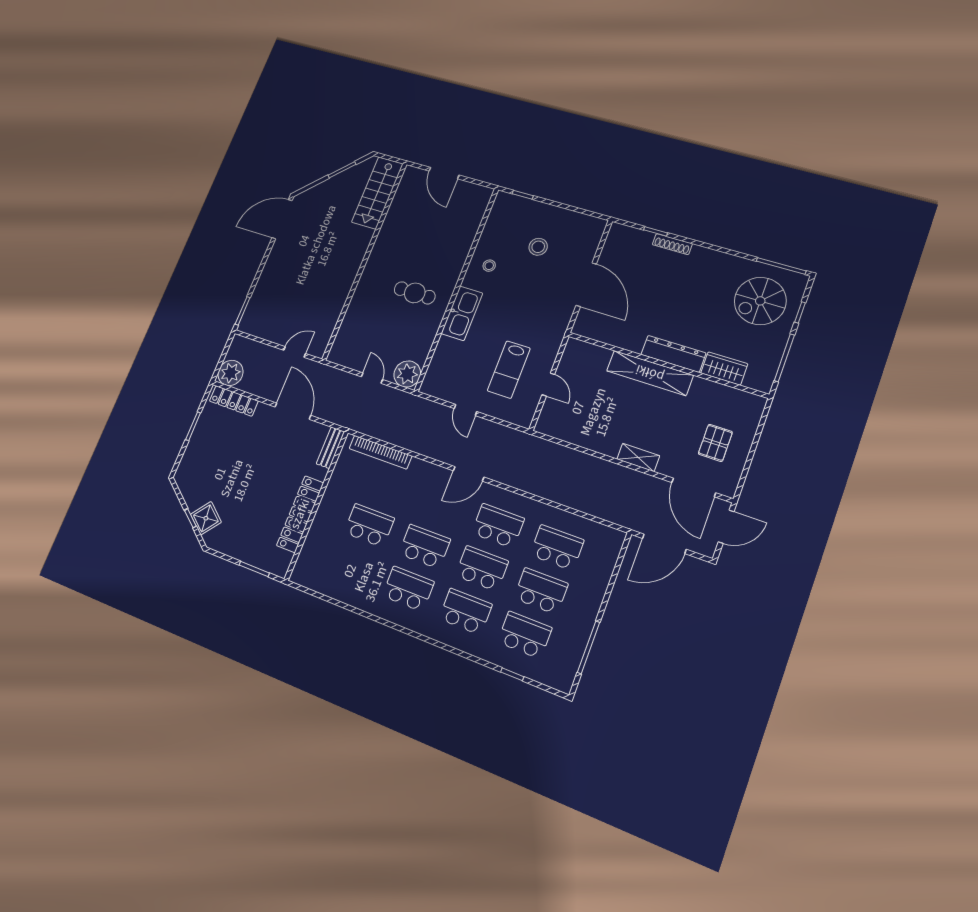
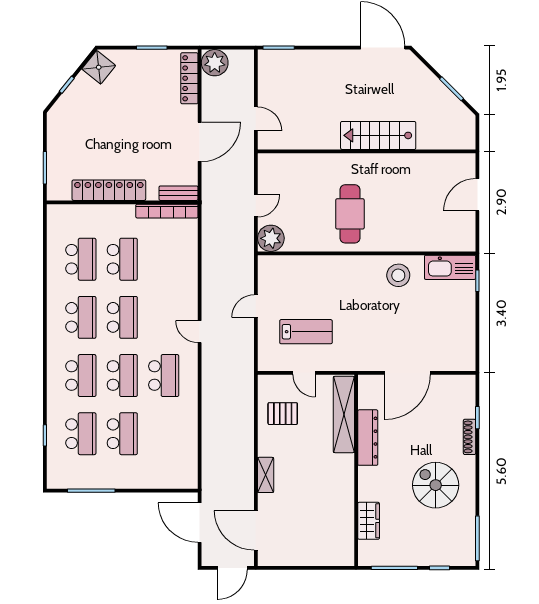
stairs: (377, 193) -> (378, 135), moved
stool: (538, 247) -> (430, 315), removed
stool: (489, 266) -> (398, 275), width x1.89, depth x1.89
cafe table: (415, 293) -> (350, 214), width x1.37, depth x1.35
spiral stairs: (760, 301) -> (436, 485), moved
kitchen sink: (462, 313) -> (450, 267), moved
dresser: (673, 354) -> (368, 438), moved
lab bench: (509, 370) -> (306, 332), turned 180
shelving: (650, 373) -> (344, 414), moved
door: (548, 385) -> (304, 373), hinge flipped
pallet: (715, 443) -> (283, 414), moved
bookcase: (380, 452) -> (167, 211), moved, turned -90
door: (469, 474) -> (200, 332), width x0.73
door: (694, 488) -> (256, 530), hinge flipped
shower: (206, 518) -> (99, 67), moved
door: (726, 527) -> (232, 568), hinge flipped
school desk: (557, 548) -> (81, 259), moved

